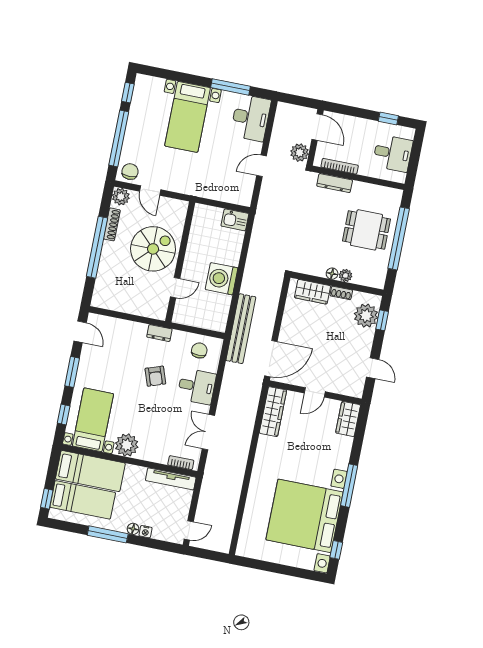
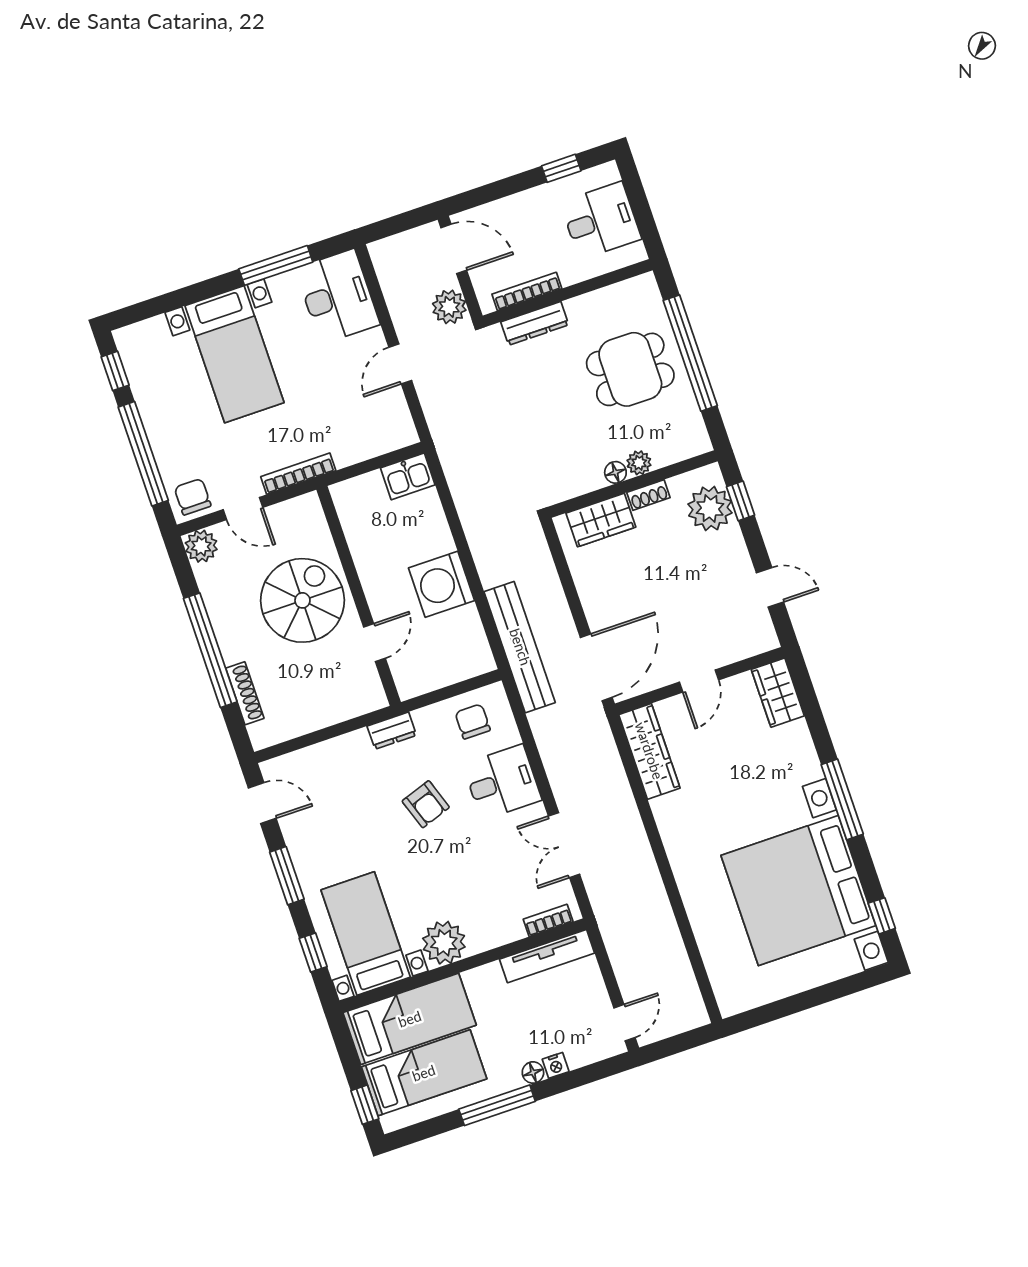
bookcase: (185, 189) -> (298, 474), added
shoe rack: (112, 224) -> (245, 693), moved

